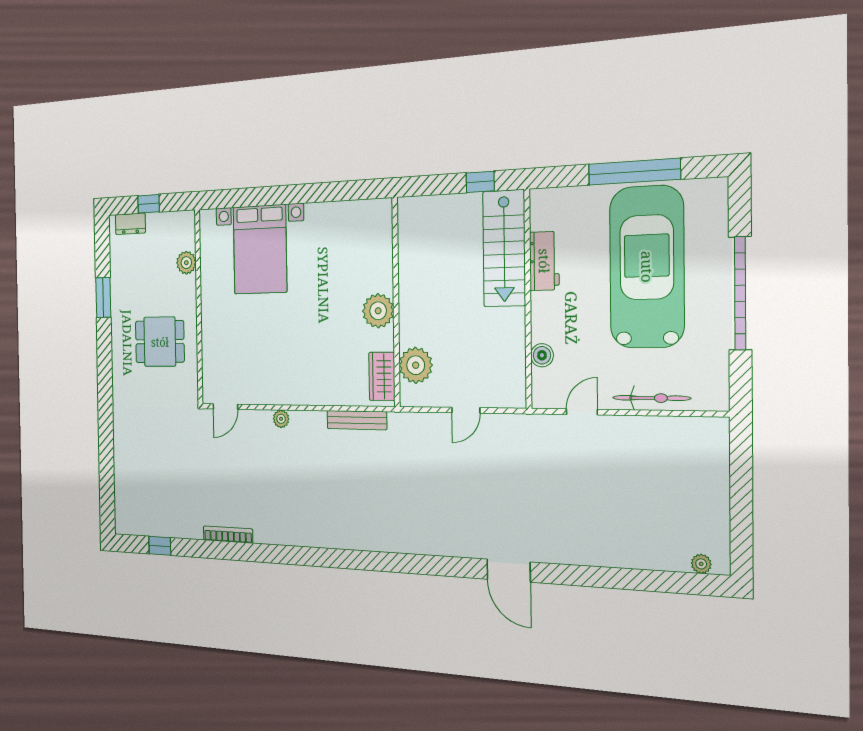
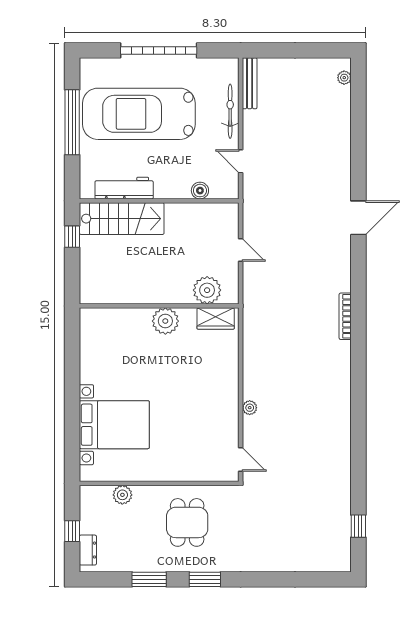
workbench: (544, 261) -> (124, 188), width x1.38
window: (105, 363) -> (205, 579), added
bench: (357, 420) -> (250, 83), moved
bookcase: (228, 535) -> (345, 316), moved

